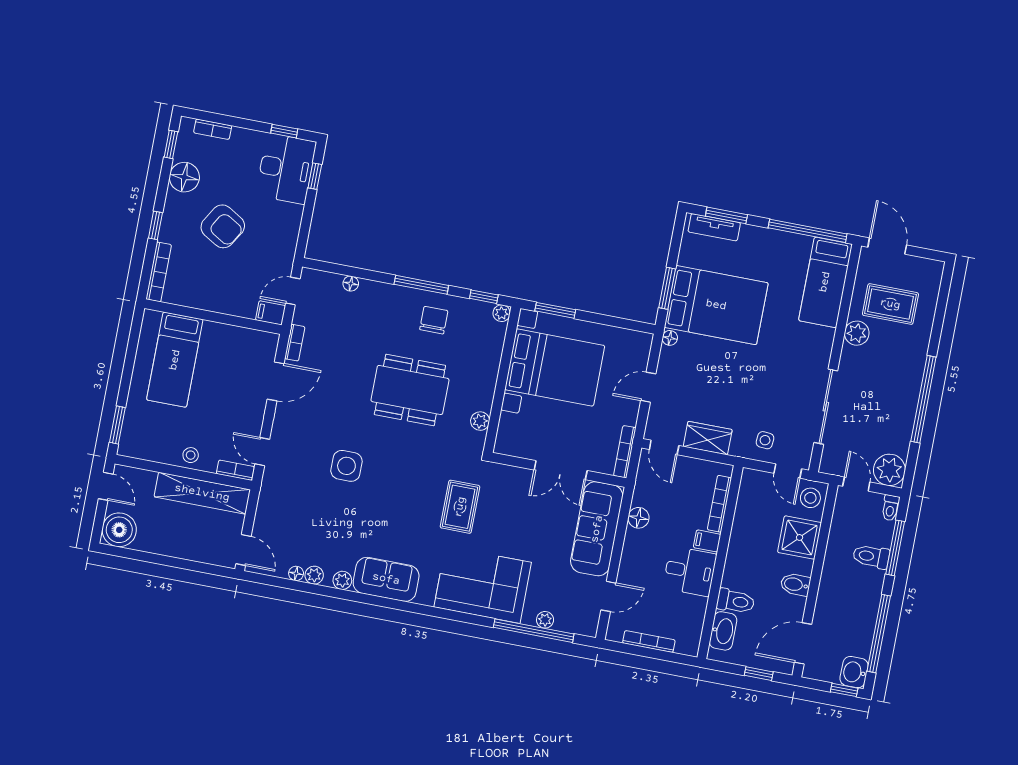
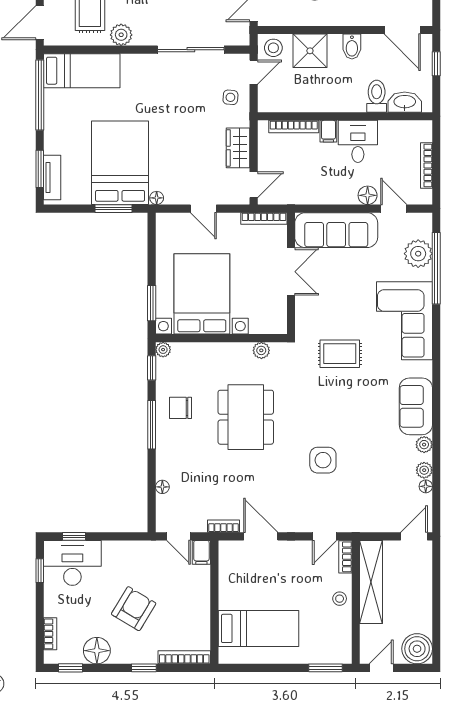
floor lamp: (638, 518) -> (368, 195), moved
plant: (545, 620) -> (418, 254), width x1.88, depth x1.88

